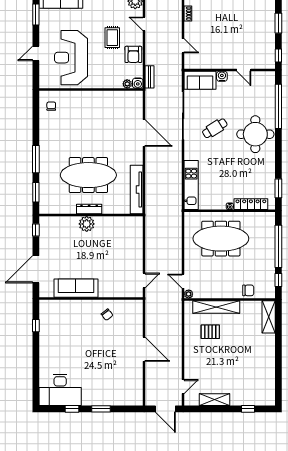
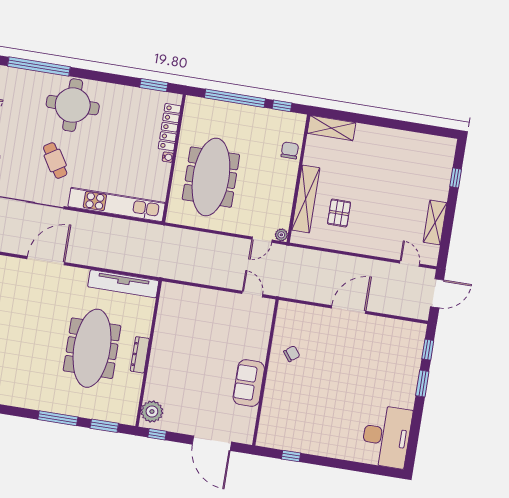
kitchen unit: (191, 185) -> (117, 205), width x1.36
plant: (87, 224) -> (152, 412), moved
sofa: (76, 288) -> (249, 383), width x0.73
window: (72, 409) -> (428, 350), moved

